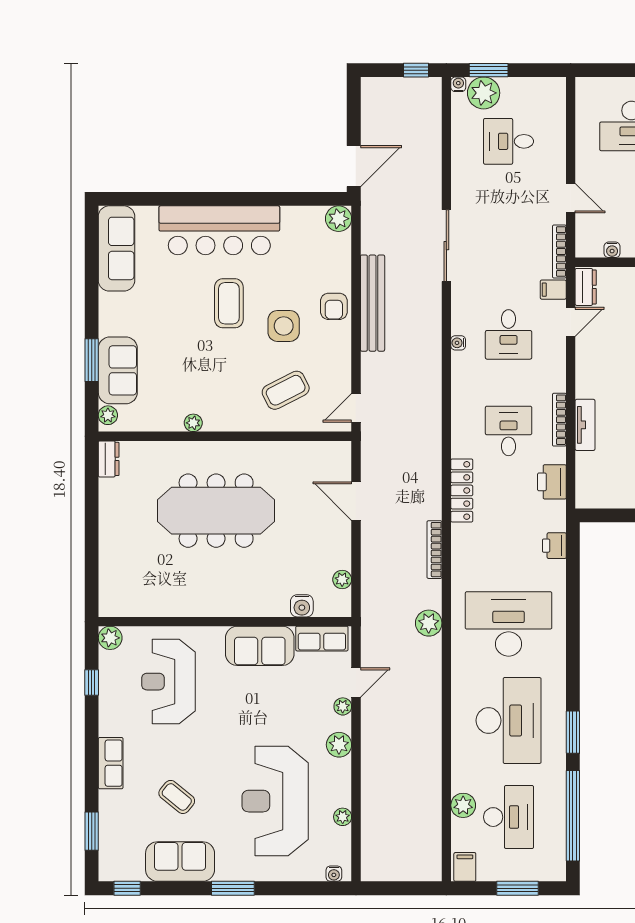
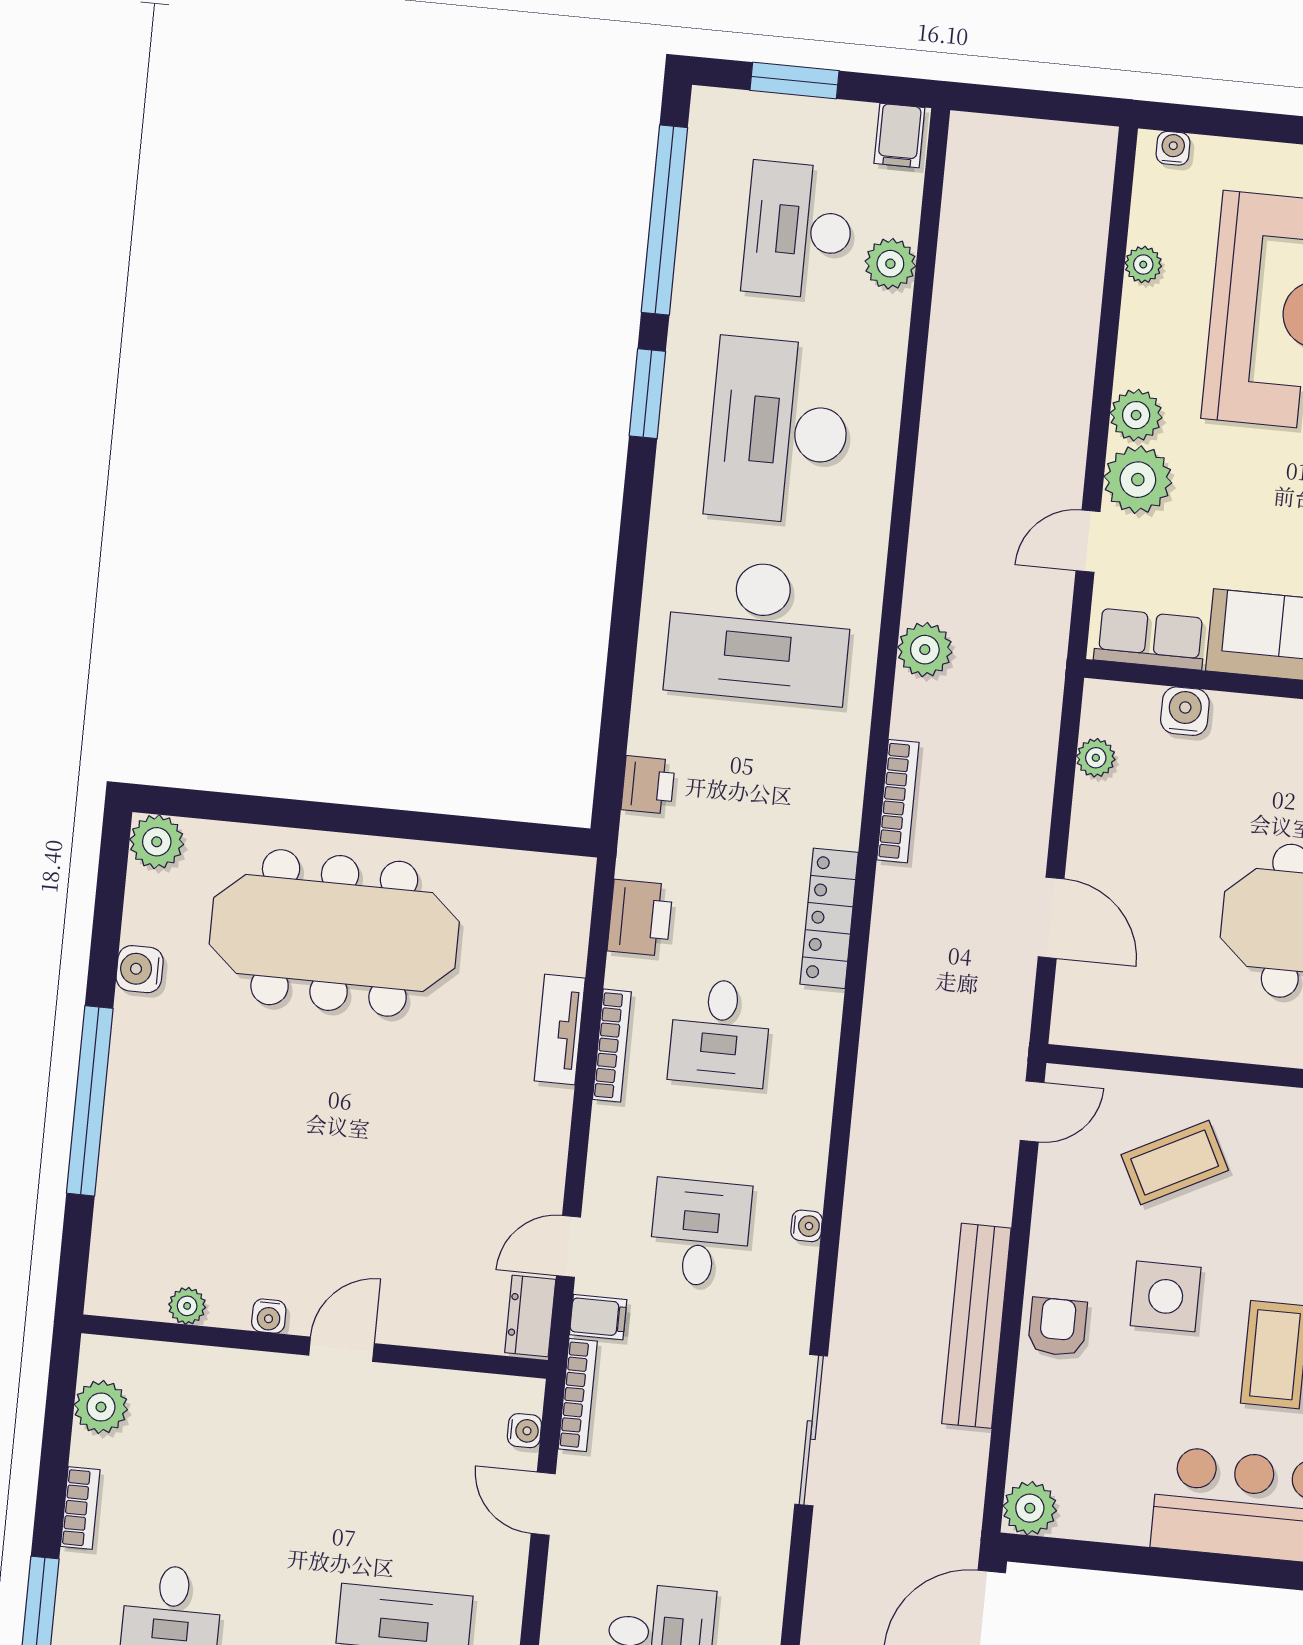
water cooler: (612, 250) -> (524, 1431), moved, turned 90
plant: (343, 706) -> (1138, 480), width x1.88, depth x1.88

